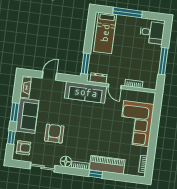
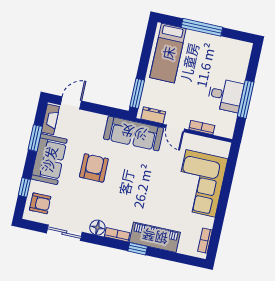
desk: (152, 32) -> (225, 95), moved
door: (49, 76) -> (71, 103), moved
window: (15, 112) -> (35, 138), moved
armchair: (54, 134) -> (94, 168), moved

